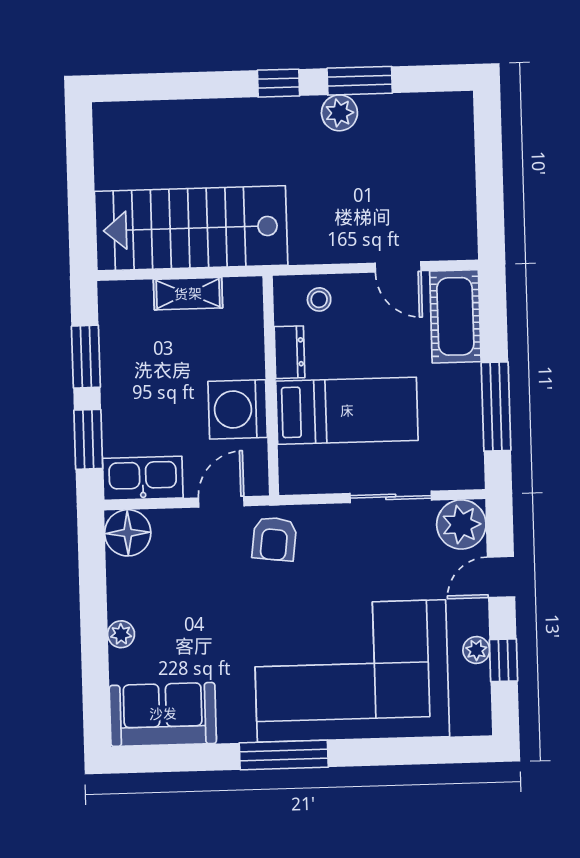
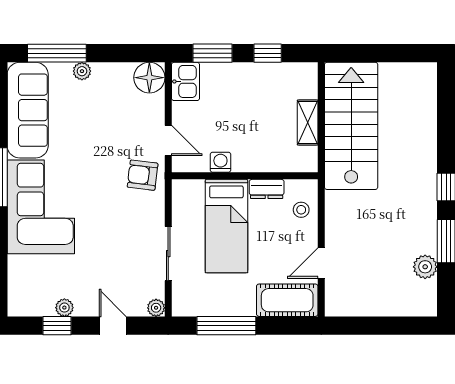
plant: (339, 113) -> (425, 267), moved
window: (86, 357) -> (268, 53), width x0.67
washing machine: (238, 409) -> (220, 162), width x0.53, depth x0.53
kitchen sink: (143, 478) -> (186, 81), width x0.73
plant: (461, 524) -> (156, 308), width x0.53, depth x0.53
corner sofa: (351, 671) -> (41, 207), width x0.73, depth x0.74
window: (95, 673) -> (57, 53), added
sofa: (163, 714) -> (28, 110), width x1.36

